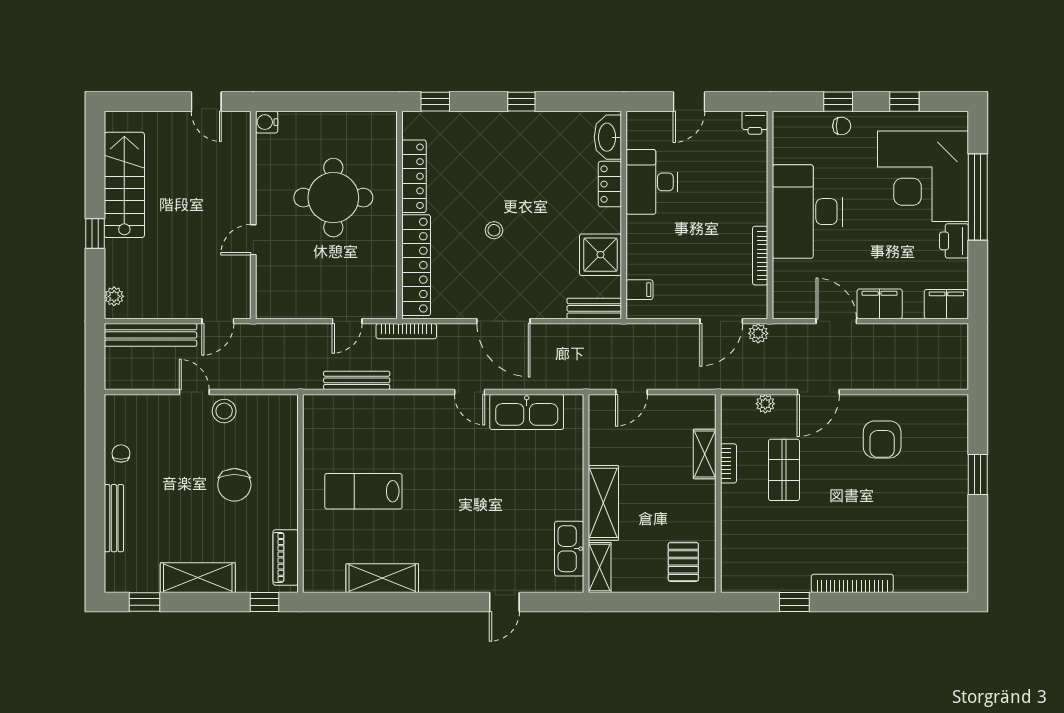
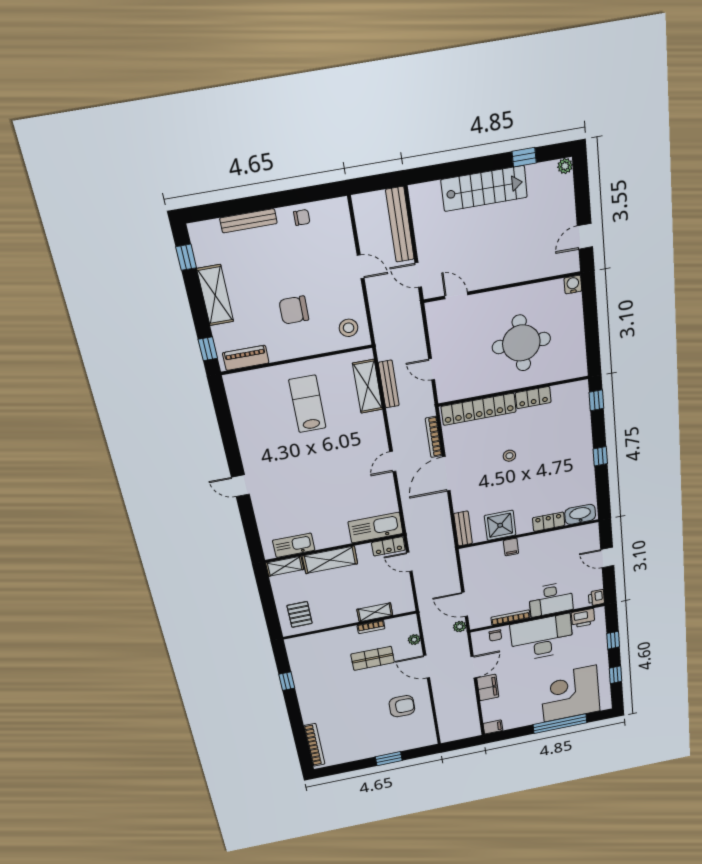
chair: (842, 126) -> (495, 635), moved
locker: (414, 176) -> (533, 398), width x0.66
desk: (652, 182) -> (551, 599), moved, turned 180
stairs: (124, 185) -> (484, 188), moved
window: (95, 234) -> (524, 157), moved
door: (253, 240) -> (456, 295), moved
printer: (954, 241) -> (583, 618), moved, turned 180
filing cabinet: (639, 290) -> (511, 547), moved
plant: (114, 296) -> (565, 166), moved
filing cabinet: (946, 304) -> (493, 727), width x0.50
bookcase: (406, 331) -> (434, 437), moved
door: (194, 392) -> (361, 267), hinge flipped
stool: (224, 411) -> (349, 328), moved
kitchen sink: (527, 412) -> (376, 528), moved, turned 90
locker: (600, 418) -> (388, 546), added
armchair: (882, 439) -> (402, 706), turned 180
pallet: (683, 562) -> (300, 614), turned 90
shelving: (382, 578) -> (368, 386), moved
bookcase: (852, 583) -> (314, 745), moved
door: (504, 602) -> (240, 486), moved

